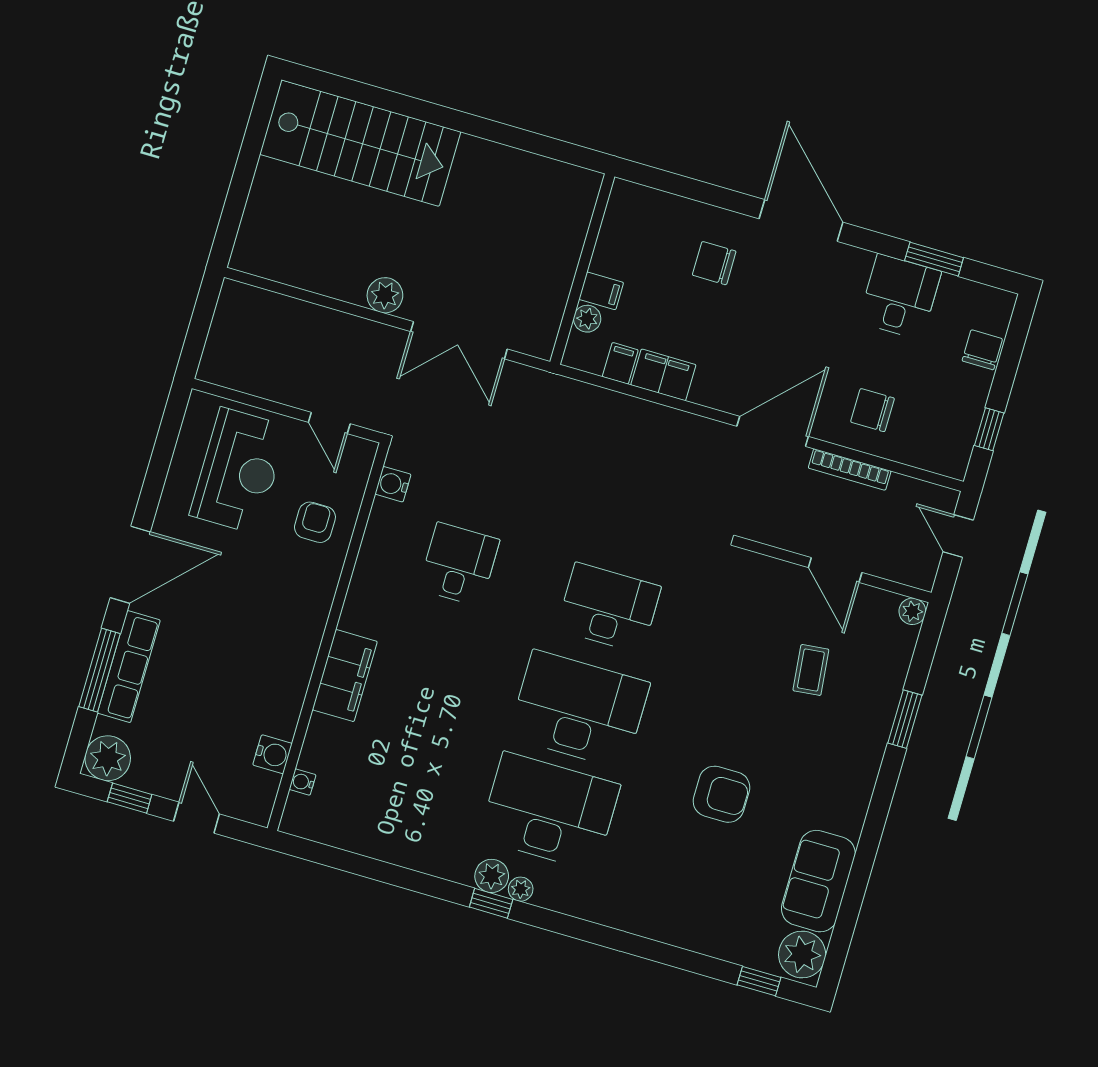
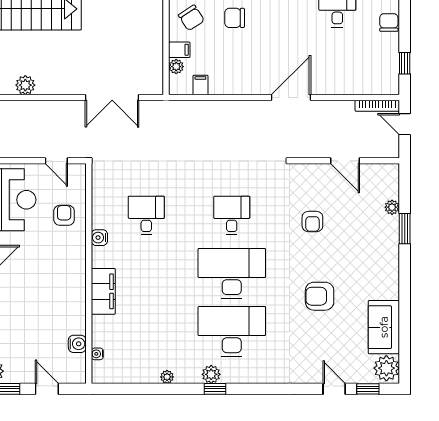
plant: (385, 295) -> (25, 85), moved
filing cabinet: (663, 375) -> (225, 84), removed
chair: (873, 410) -> (191, 18), moved, turned -123
bookcase: (850, 470) -> (377, 106), moved
water cooler: (393, 484) -> (99, 238), moved
desk: (609, 608) -> (232, 215), width x0.73
plant: (912, 611) -> (392, 207), moved
armchair: (747, 660) -> (312, 221), added
coffee table: (811, 670) -> (348, 217), removed
armchair: (721, 794) -> (320, 296), turned 180
plant: (521, 889) -> (167, 377), moved
door: (700, 964) -> (334, 389), added

